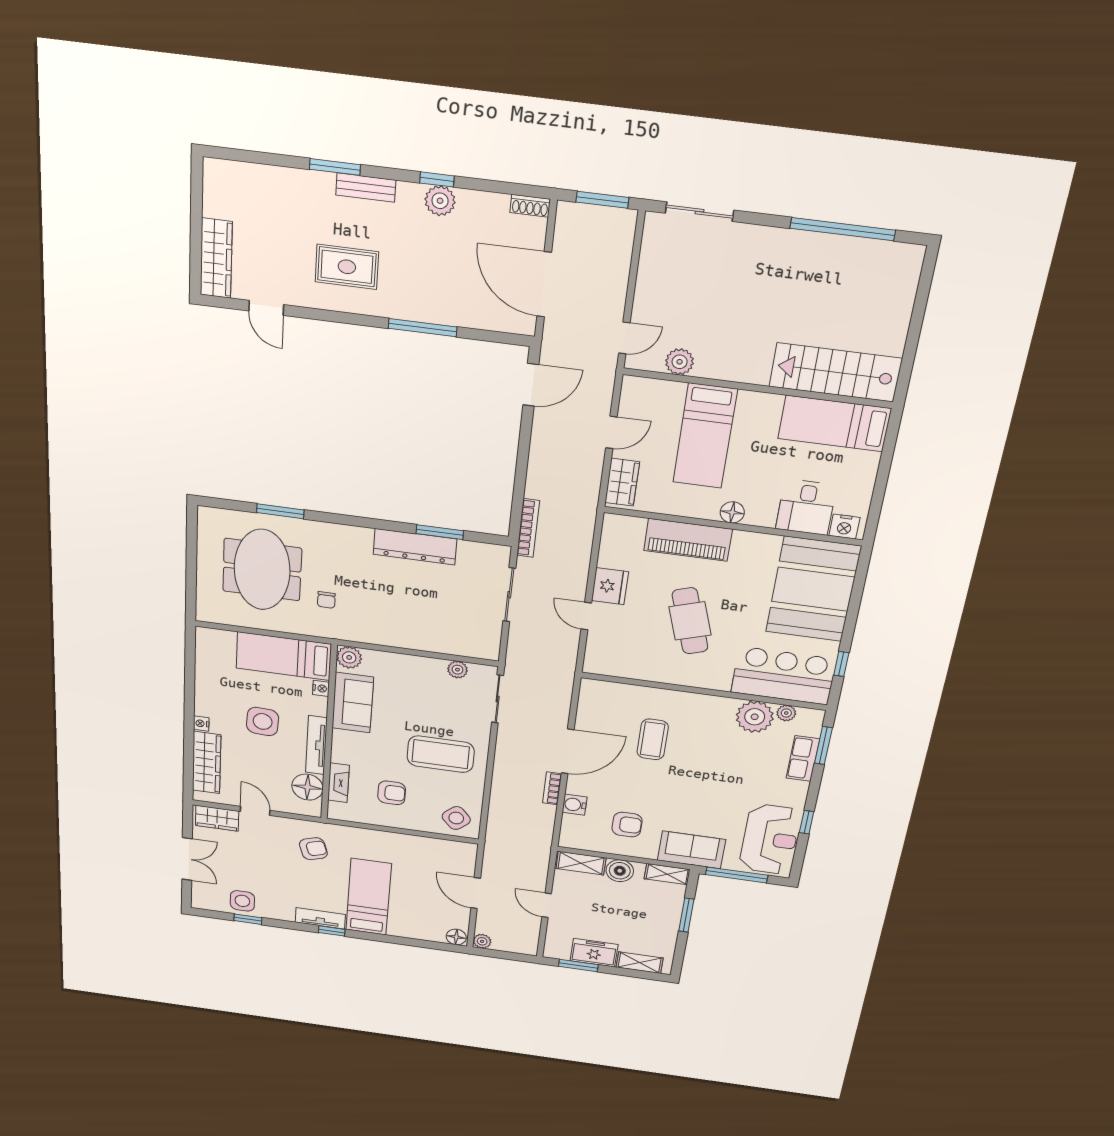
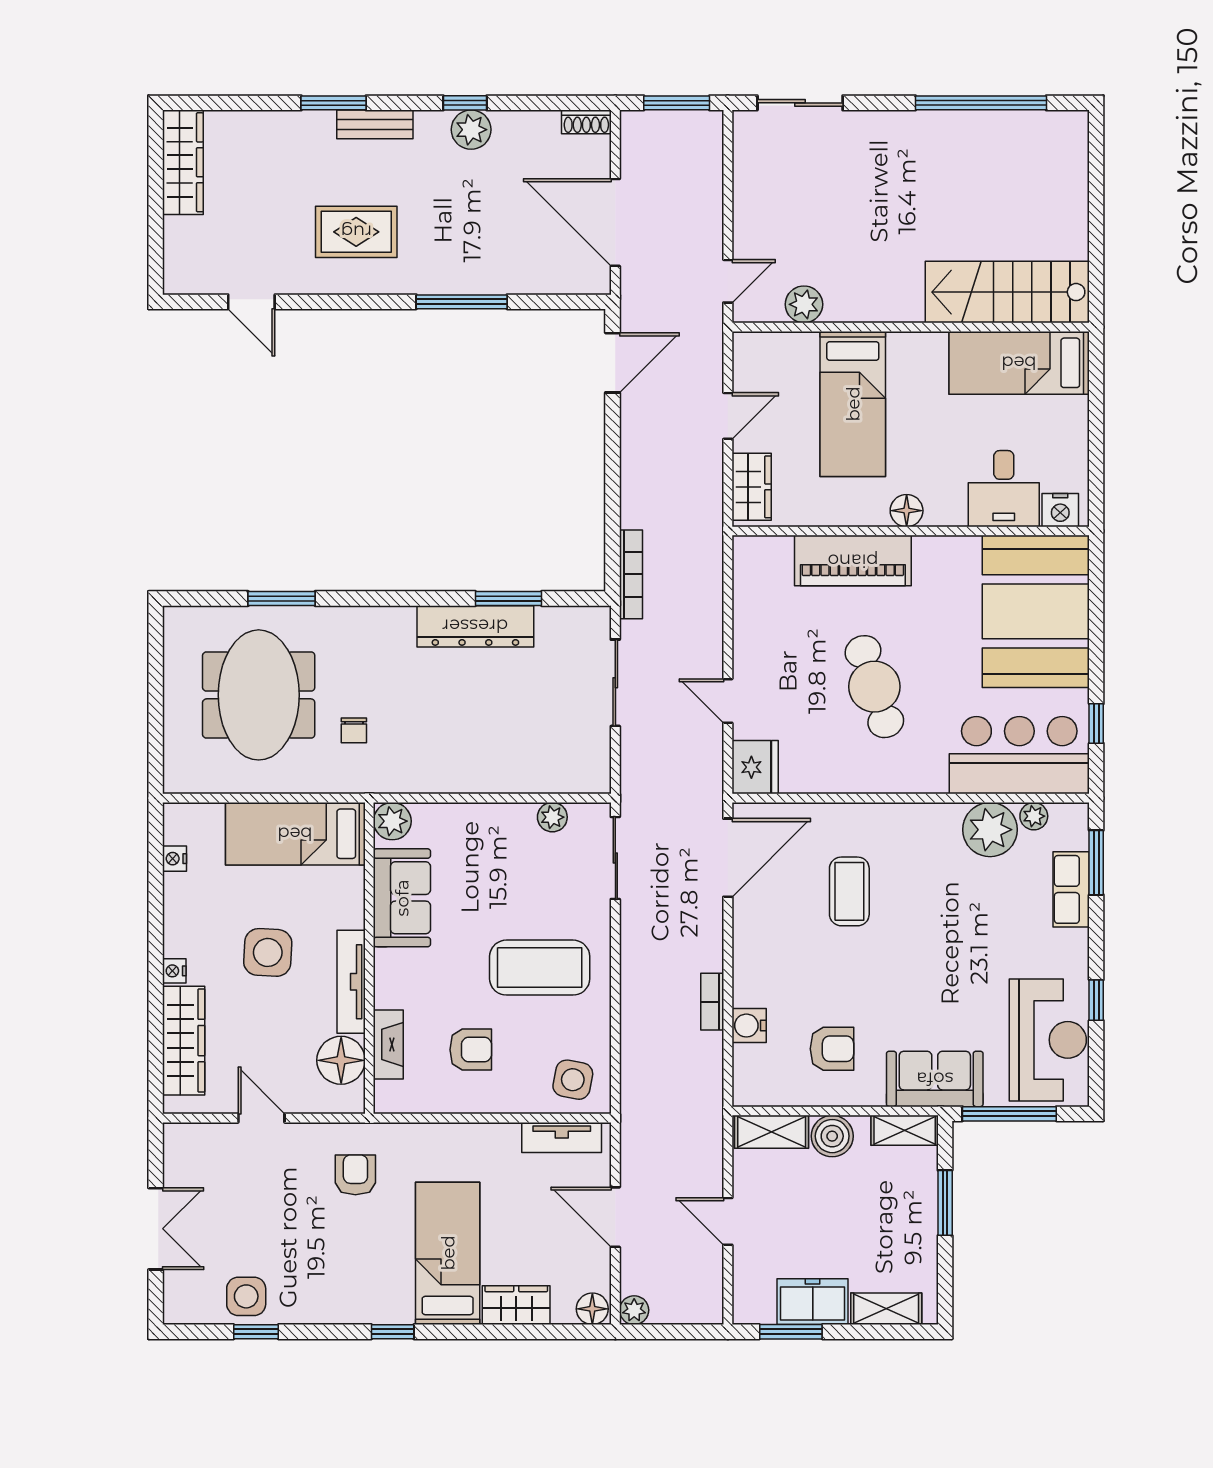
wardrobe: (216, 258) -> (183, 162), moved
fridge: (610, 586) -> (755, 767), moved
nightstand: (321, 688) -> (175, 859), moved, turned 180
door: (568, 751) -> (728, 858), moved
wardrobe: (217, 818) -> (516, 1305), moved, turned 180
side table: (456, 818) -> (573, 1080), turned -37
armchair: (313, 849) -> (355, 1175), turned -72
tv unit: (320, 918) -> (562, 1137), moved, turned 180

